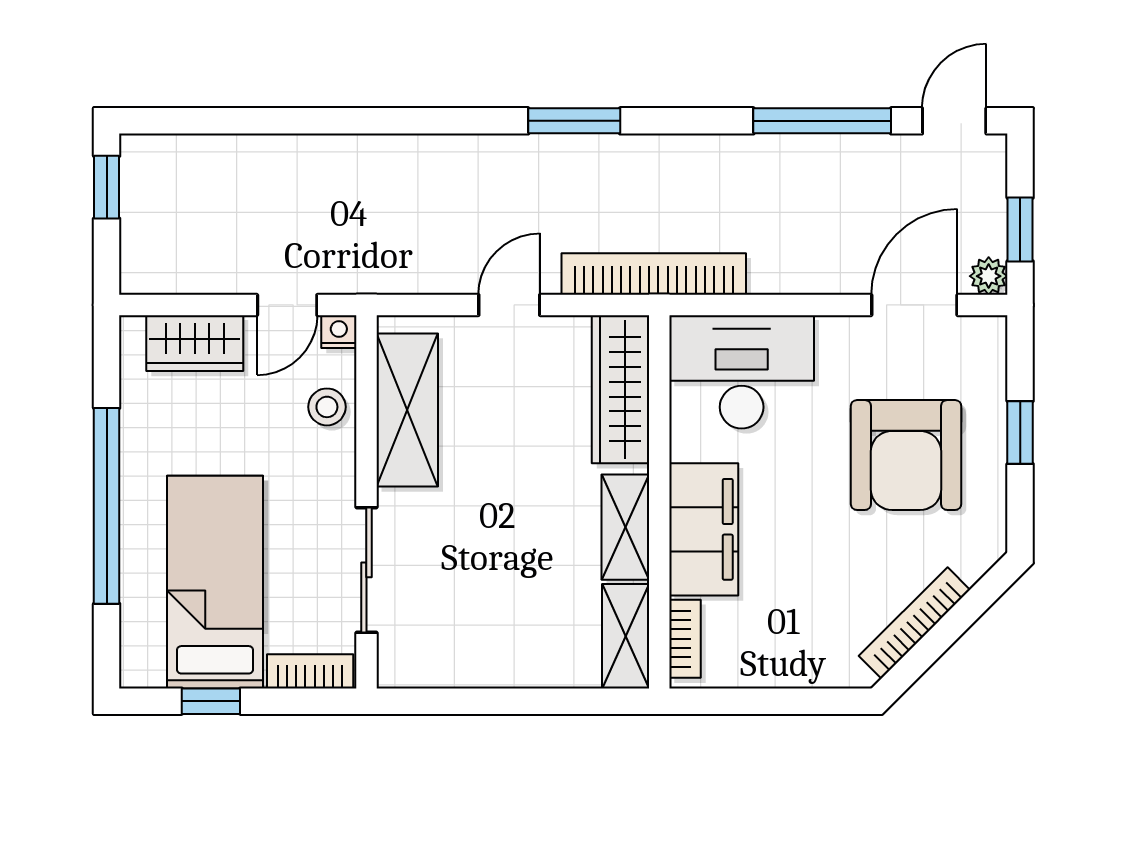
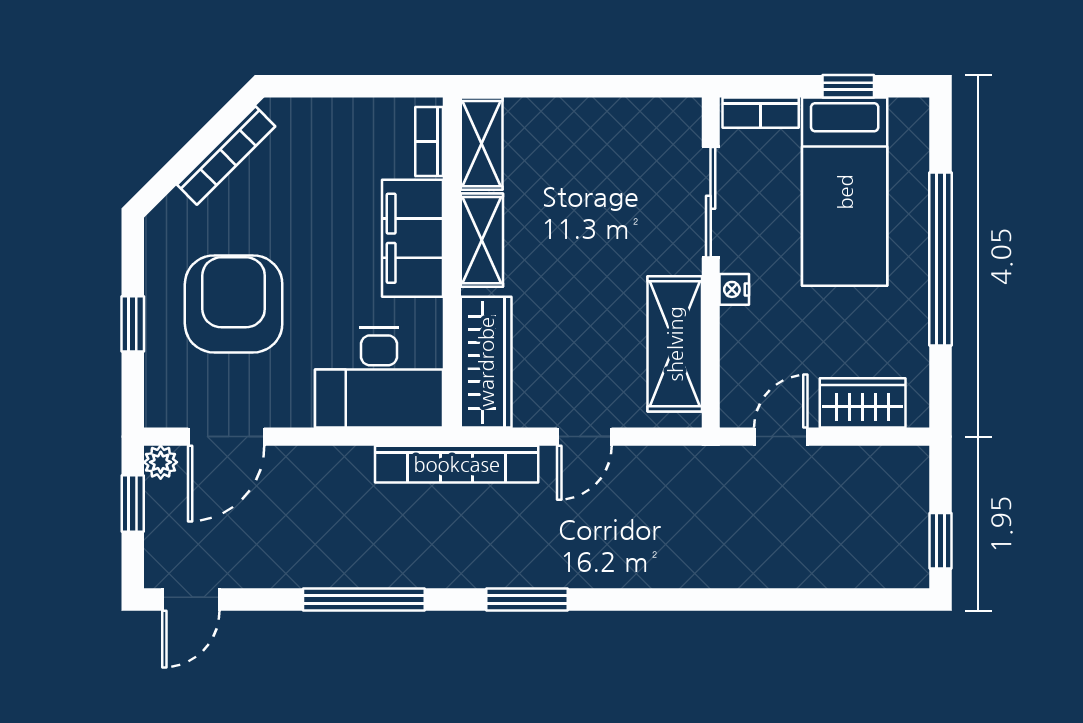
window: (822, 121) -> (364, 600), moved
nightstand: (339, 332) -> (734, 289), moved, turned 90
stool: (327, 407) -> (746, 346), removed

